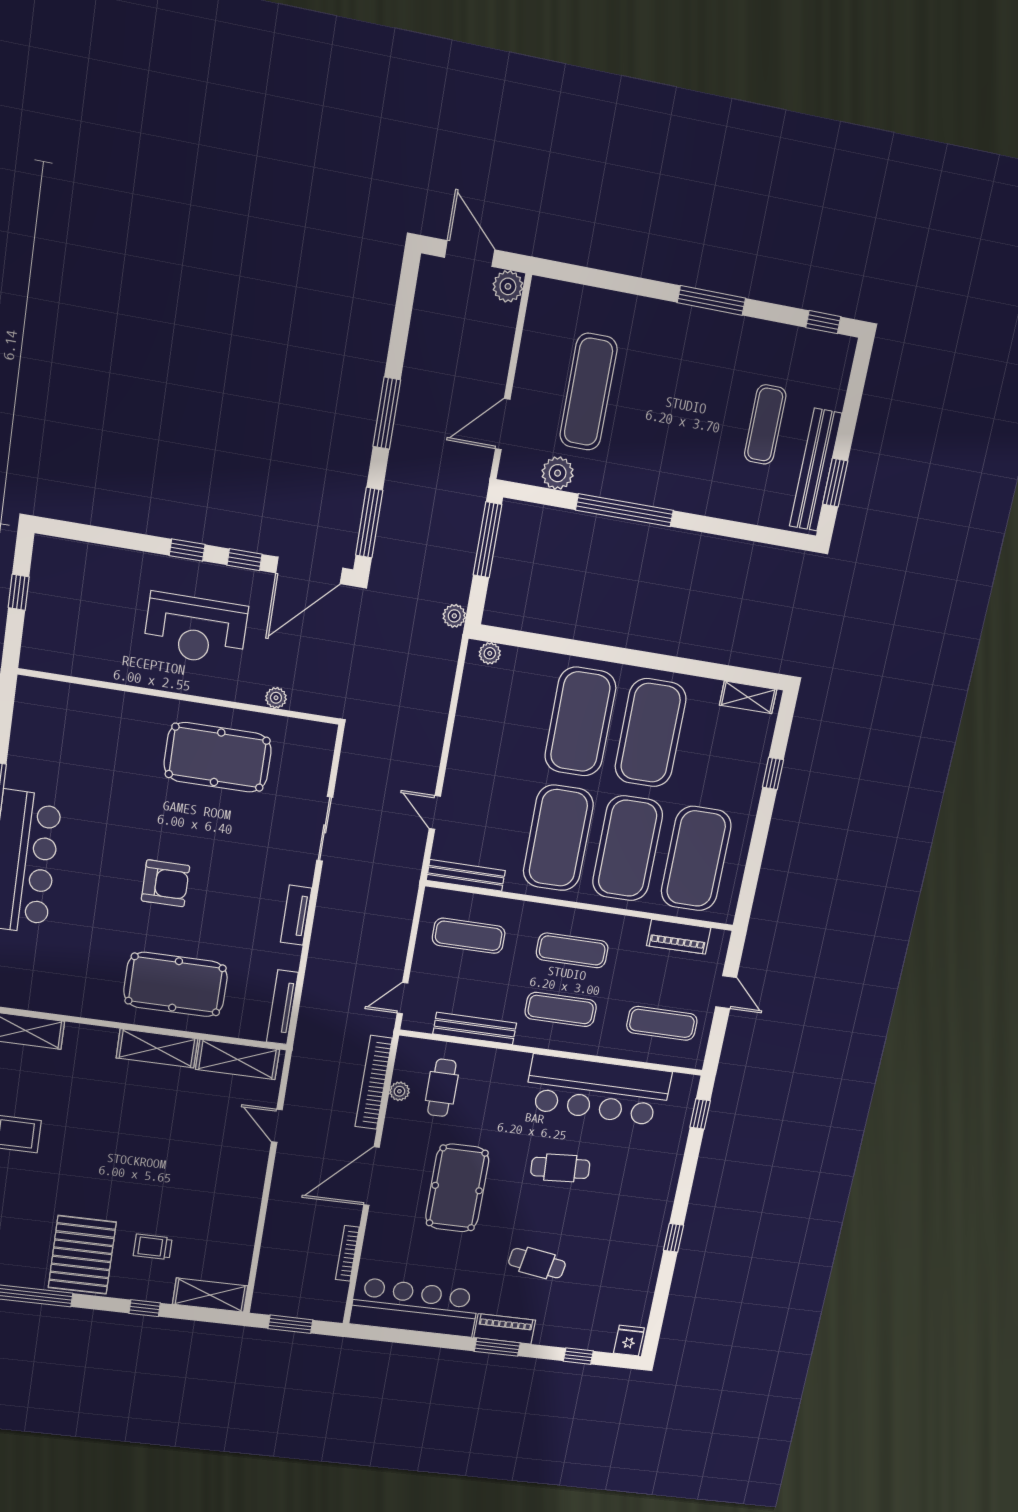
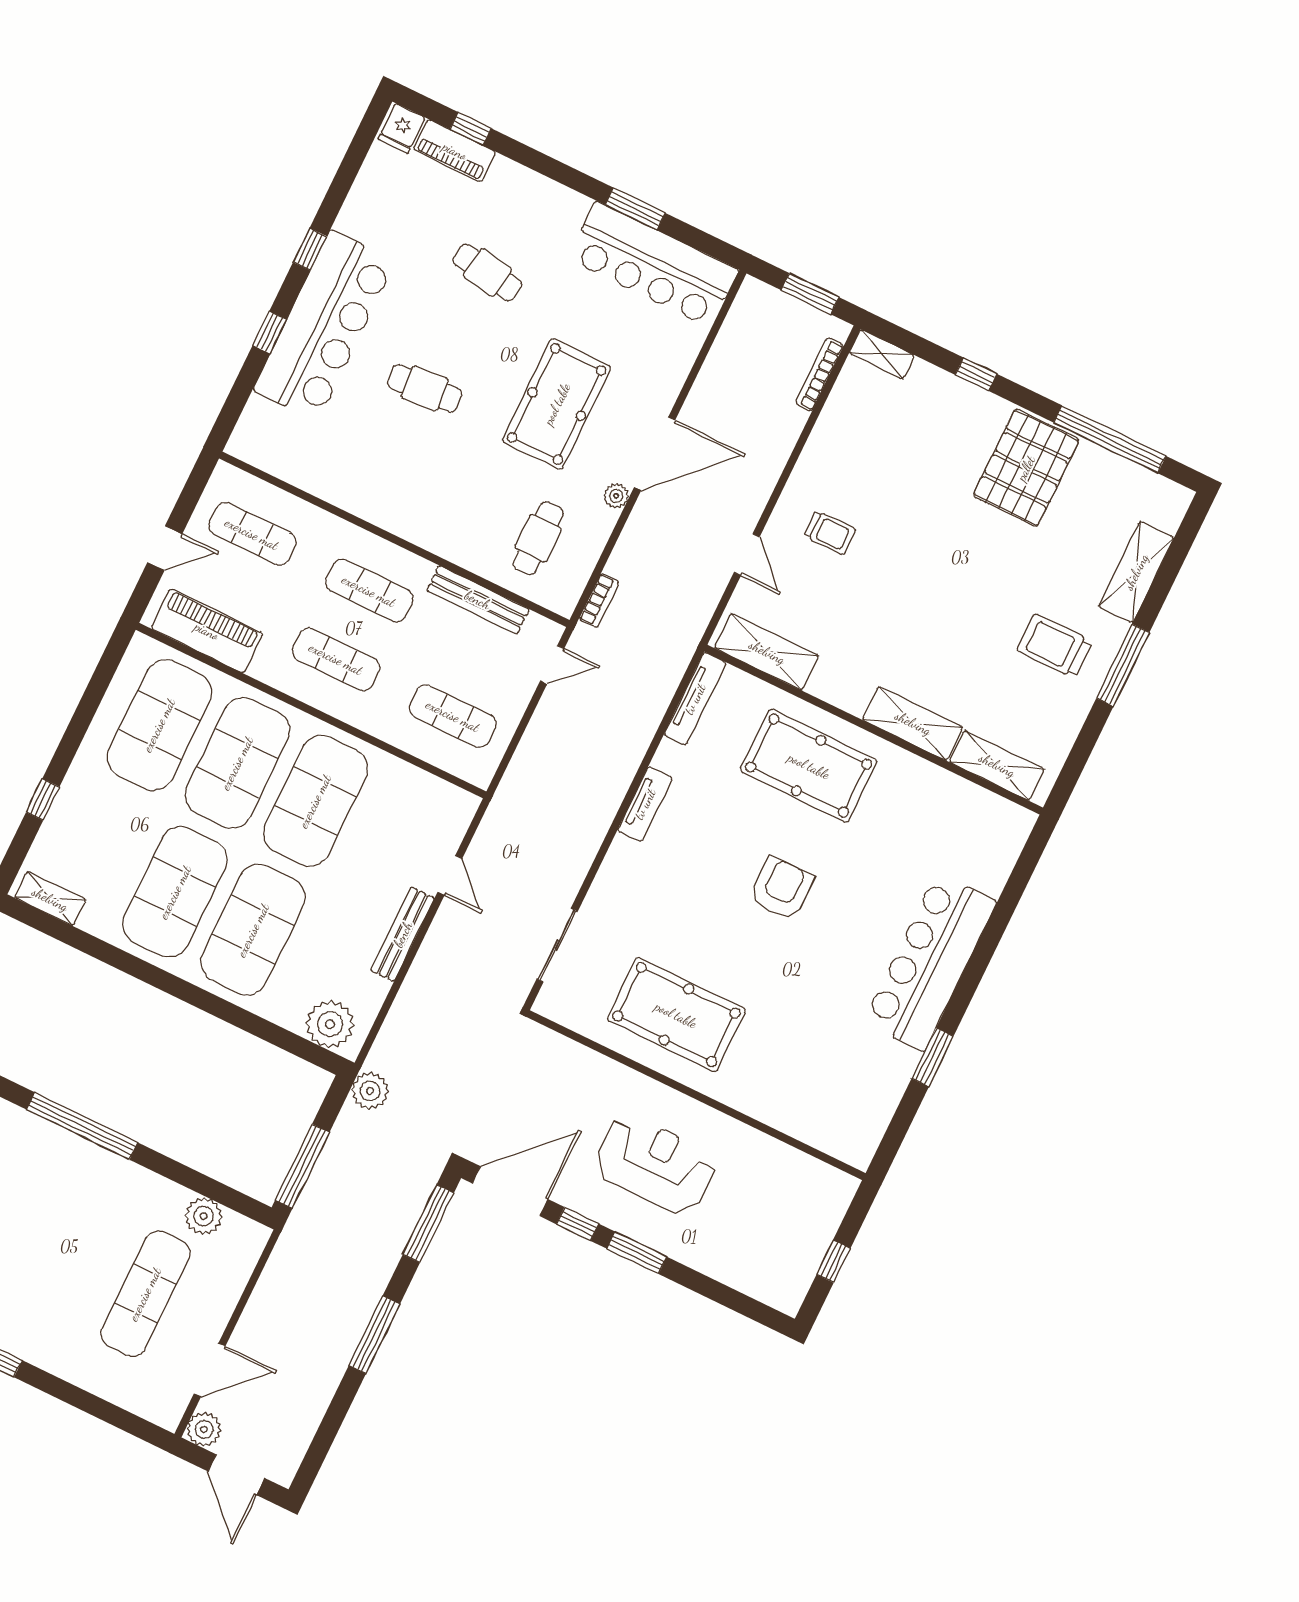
door: (503, 424) -> (210, 1370), moved
window: (624, 510) -> (82, 1126), moved
window: (187, 550) -> (637, 1253), width x1.50
plant: (454, 616) -> (370, 1091), width x1.38, depth x1.38
plant: (490, 653) -> (330, 1024), width x1.88, depth x1.88
plant: (276, 698) -> (590, 1062), removed
sliding door: (325, 829) -> (557, 945), moved
bench: (466, 875) -> (403, 934), moved, turned 90
armchair: (165, 883) -> (781, 888), turned 90
piano: (679, 937) -> (207, 631), width x1.37, depth x1.33
door: (726, 992) -> (165, 548), swing flipped
shelving: (157, 1048) -> (913, 723), moved
bookcase: (374, 1082) -> (599, 601), width x0.43, depth x0.76
bar counter: (598, 1090) -> (324, 325), moved, turned 90
plant: (399, 1091) -> (616, 496), moved
window: (700, 1114) -> (270, 332), moved
trolley: (153, 1247) -> (830, 533), moved
bookcase: (347, 1253) -> (820, 374), moved, turned 180
shelving: (210, 1295) -> (882, 354), width x0.67, depth x0.75
piano: (505, 1329) -> (455, 151), moved
window: (497, 1347) -> (635, 209), moved

